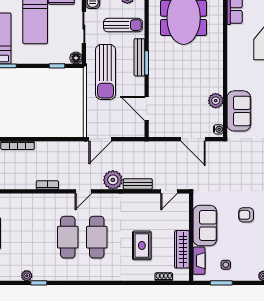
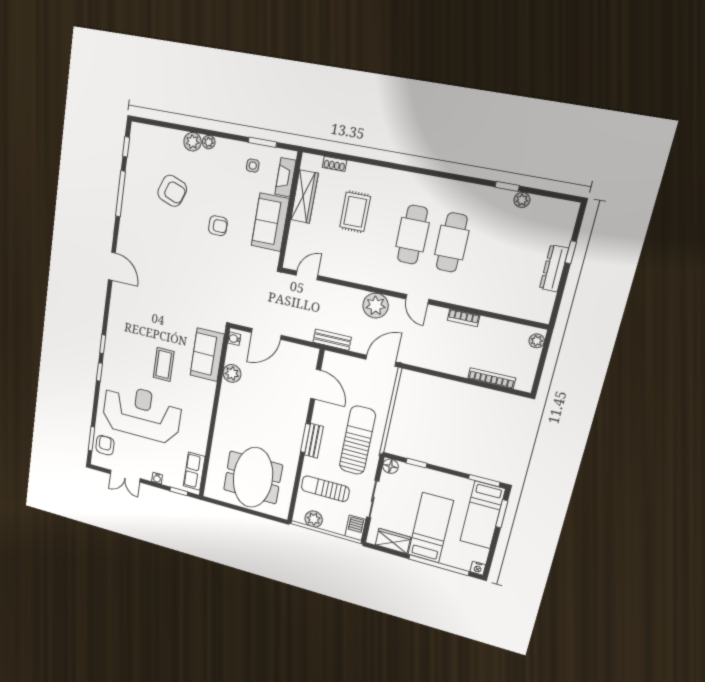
bench: (139, 57) -> (314, 441), width x0.73
door: (193, 139) -> (266, 334), swing flipped
bench: (138, 184) -> (332, 340), moved
door: (83, 191) -> (417, 299), swing flipped

